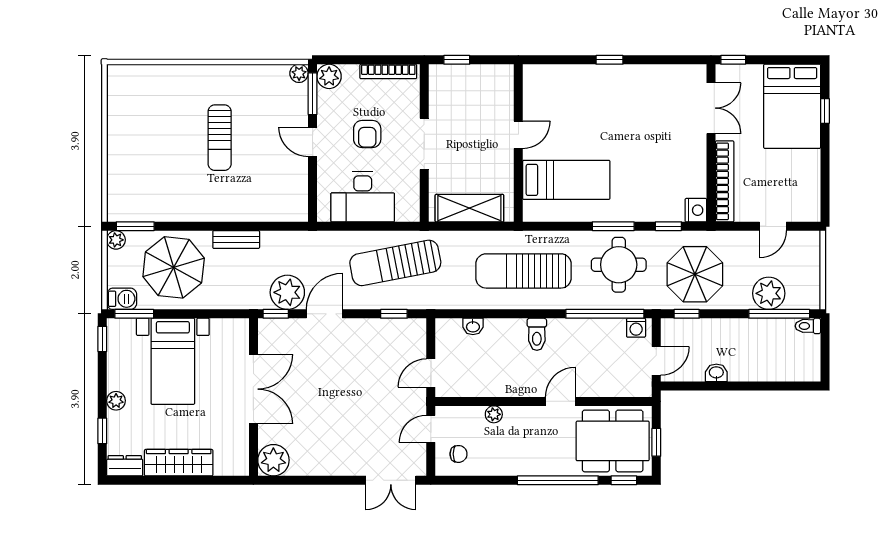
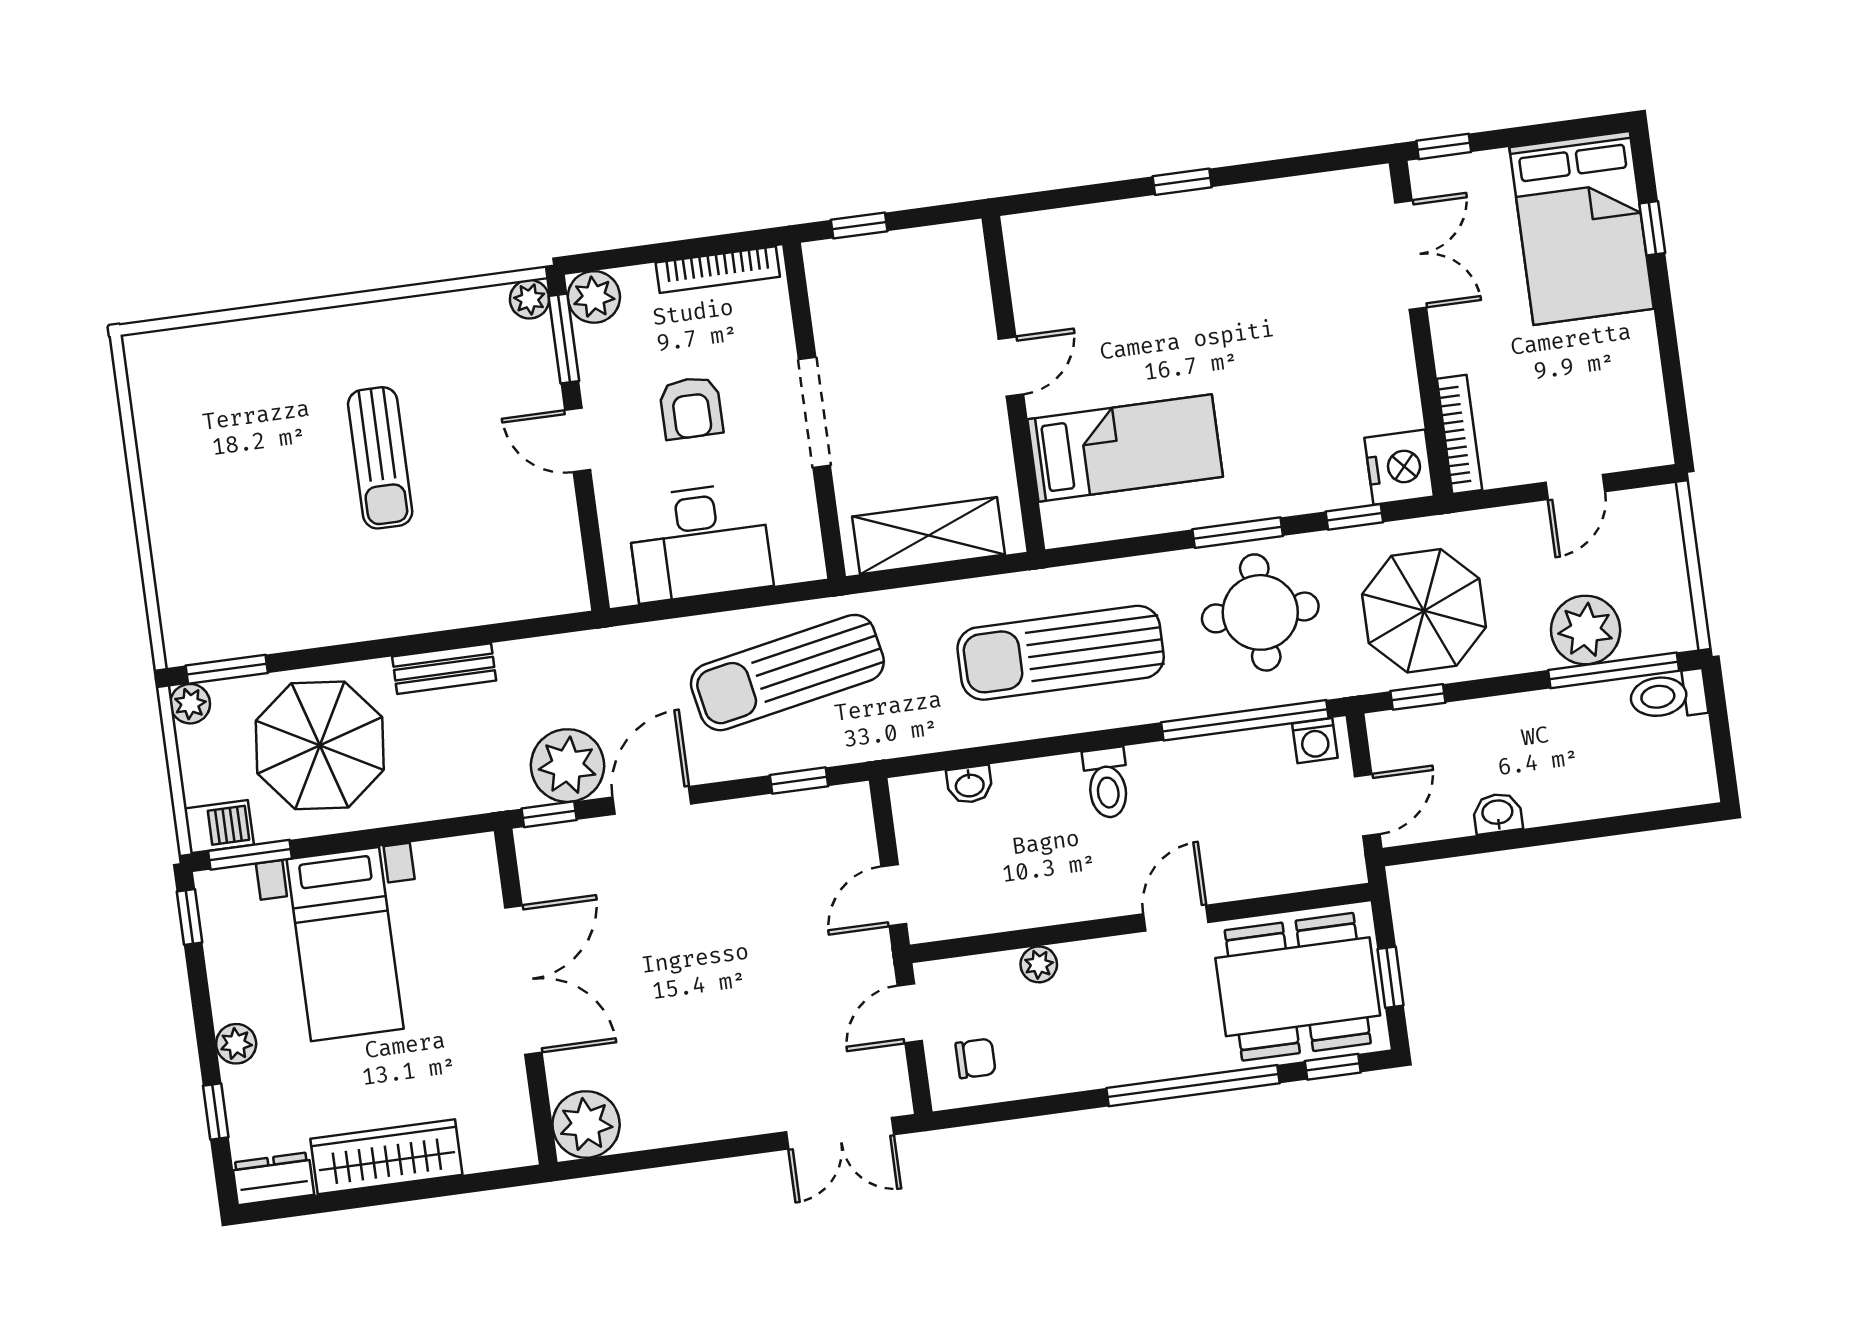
bookcase: (725, 181) -> (1459, 434), width x0.68, depth x0.76
nightstand: (696, 210) -> (1399, 467), width x1.36, depth x1.33
toilet: (808, 326) -> (1668, 695), width x1.37, depth x1.39

